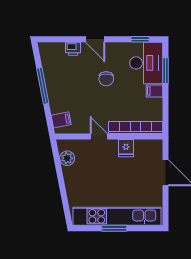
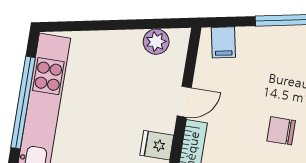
window: (114, 228) -> (23, 103), width x2.11

